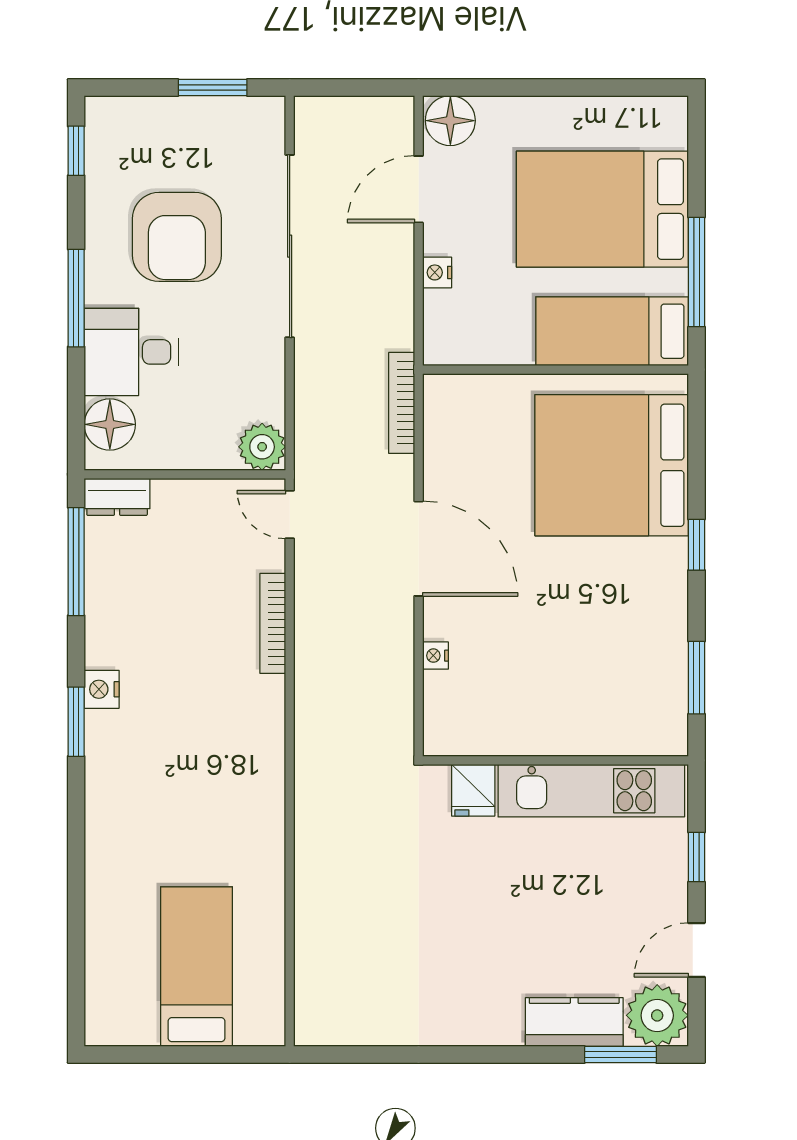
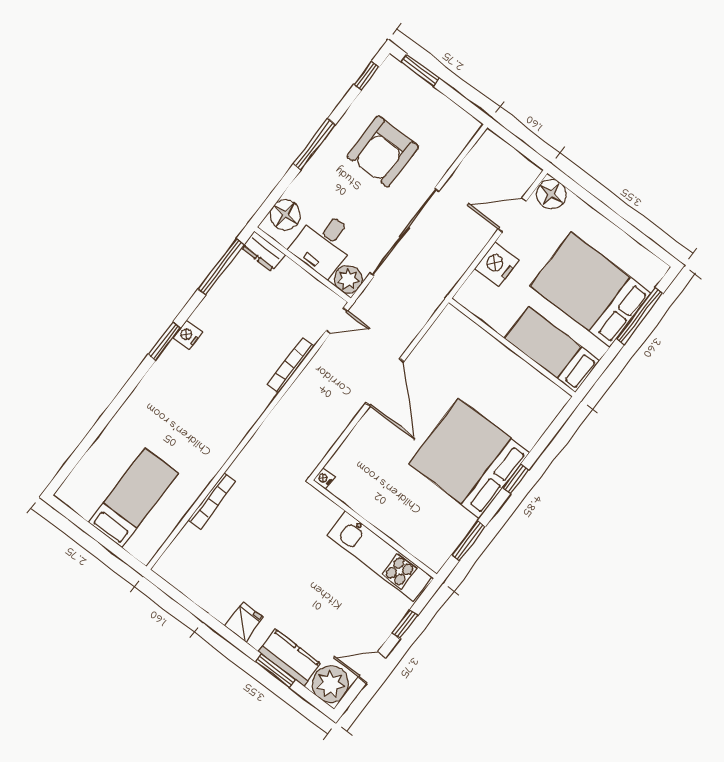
window: (213, 88) -> (420, 70), moved
sliding door: (290, 246) -> (404, 232), moved
nightstand: (437, 272) -> (497, 264), width x1.89, depth x1.79
window: (697, 272) -> (640, 316), moved
desk: (131, 352) -> (324, 243), moved, turned -90
bookcase: (402, 403) -> (212, 501), moved, turned 180
bed: (612, 465) -> (469, 458), moved
door: (290, 514) -> (337, 321), swing flipped
nightstand: (435, 656) -> (324, 478), moved
fridge: (473, 790) -> (244, 622), moved, turned 180
window: (621, 1054) -> (275, 671), moved

